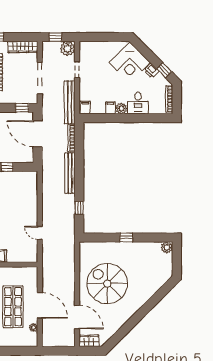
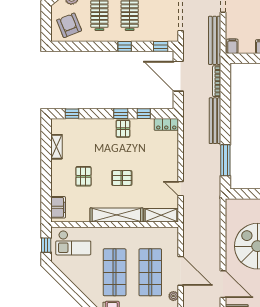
locker: (27, 176) -> (166, 124), added
window: (79, 208) -> (225, 160), width x2.17
shelving: (22, 256) -> (161, 215), added

